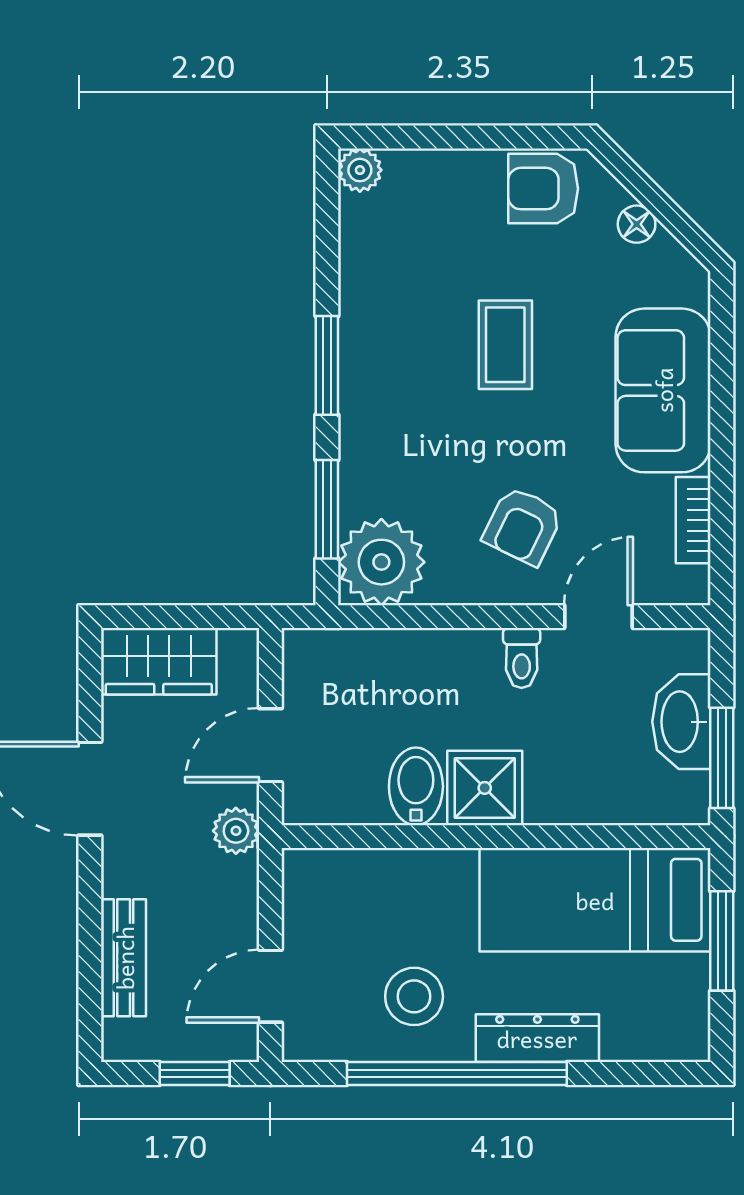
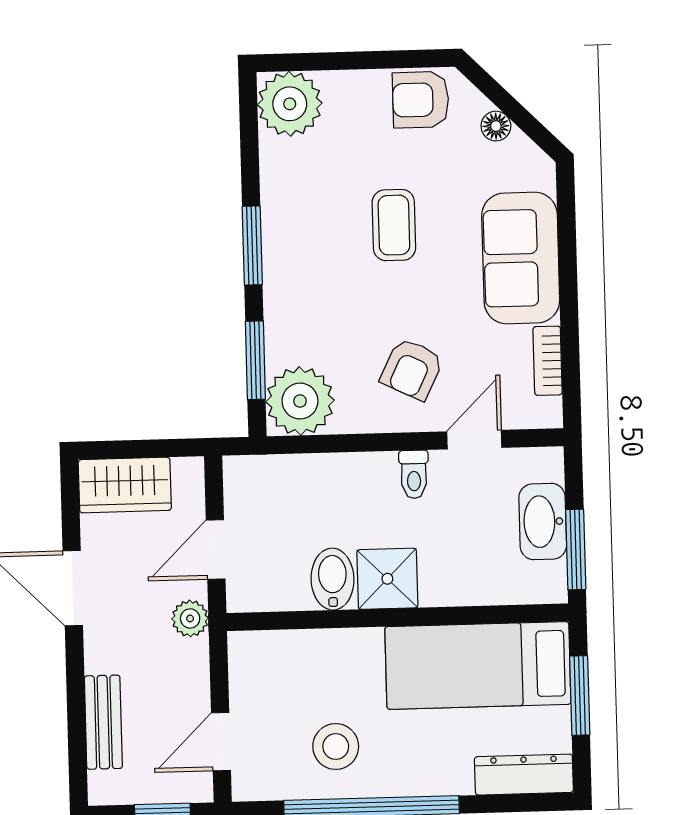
plant: (360, 170) -> (290, 104), width x1.87, depth x1.87
dresser: (537, 1038) -> (524, 775), moved

